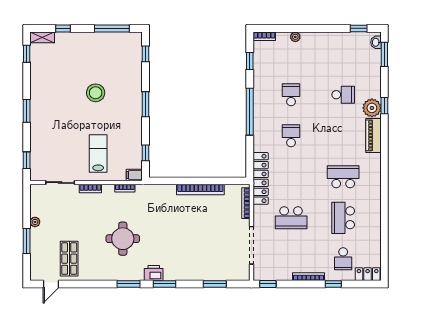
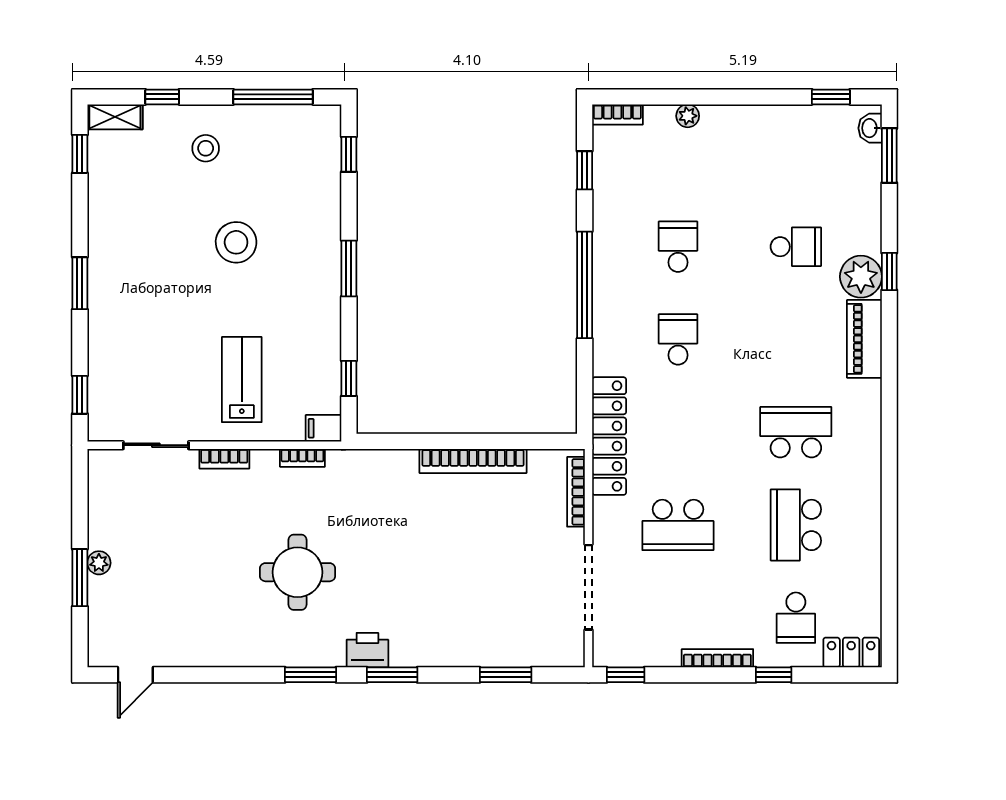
stool: (82, 51) -> (206, 148), added
plant: (35, 222) -> (99, 563), moved
shop shelf: (69, 259) -> (176, 617), removed

